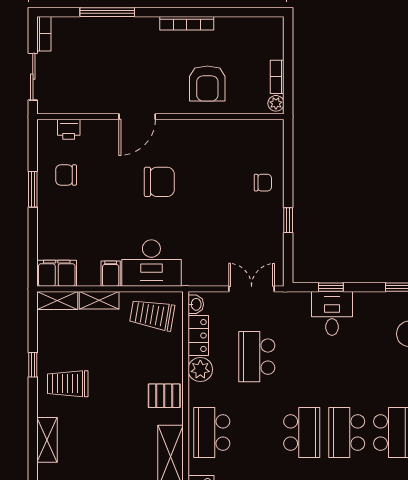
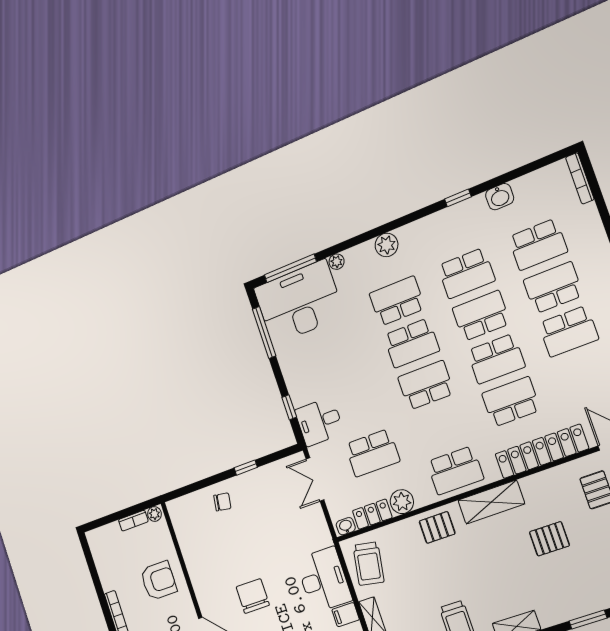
chair: (263, 183) -> (222, 502), turned 99
desk: (332, 313) -> (319, 422), moved
pallet: (164, 396) -> (437, 527), turned 90

